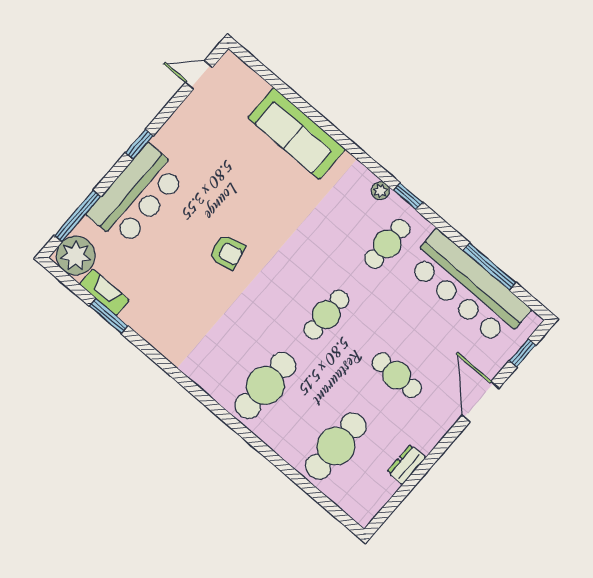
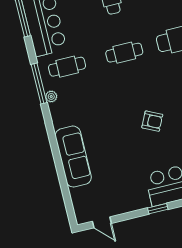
window: (408, 196) -> (39, 84), width x2.17
armchair: (227, 252) -> (152, 121), turned 129

